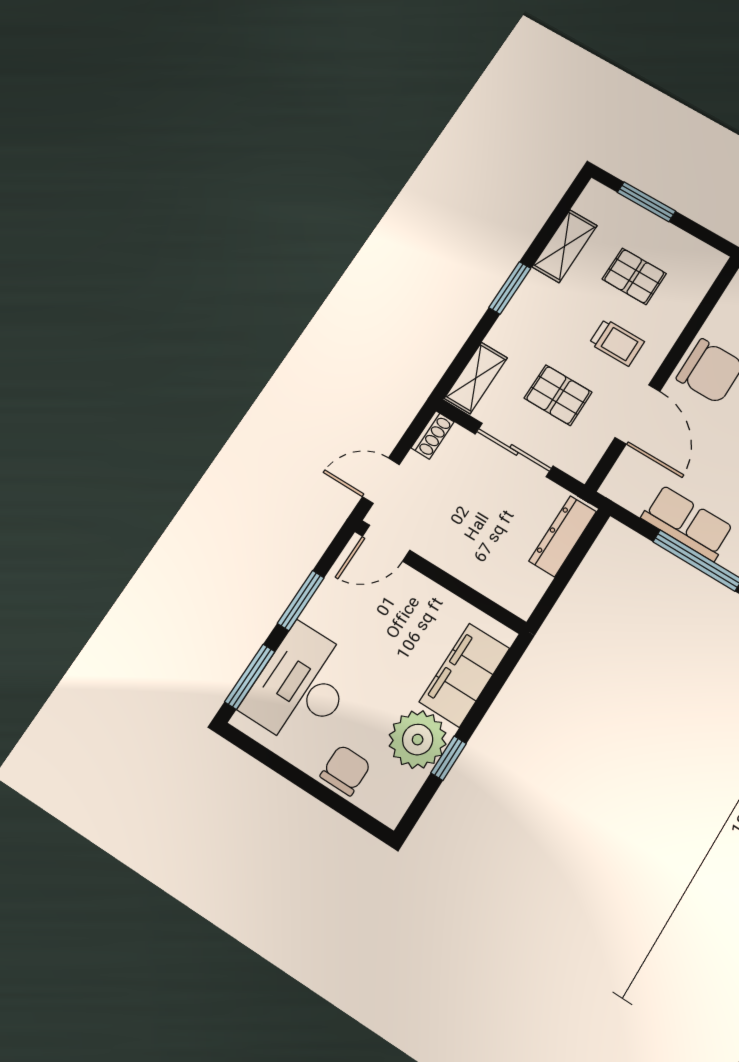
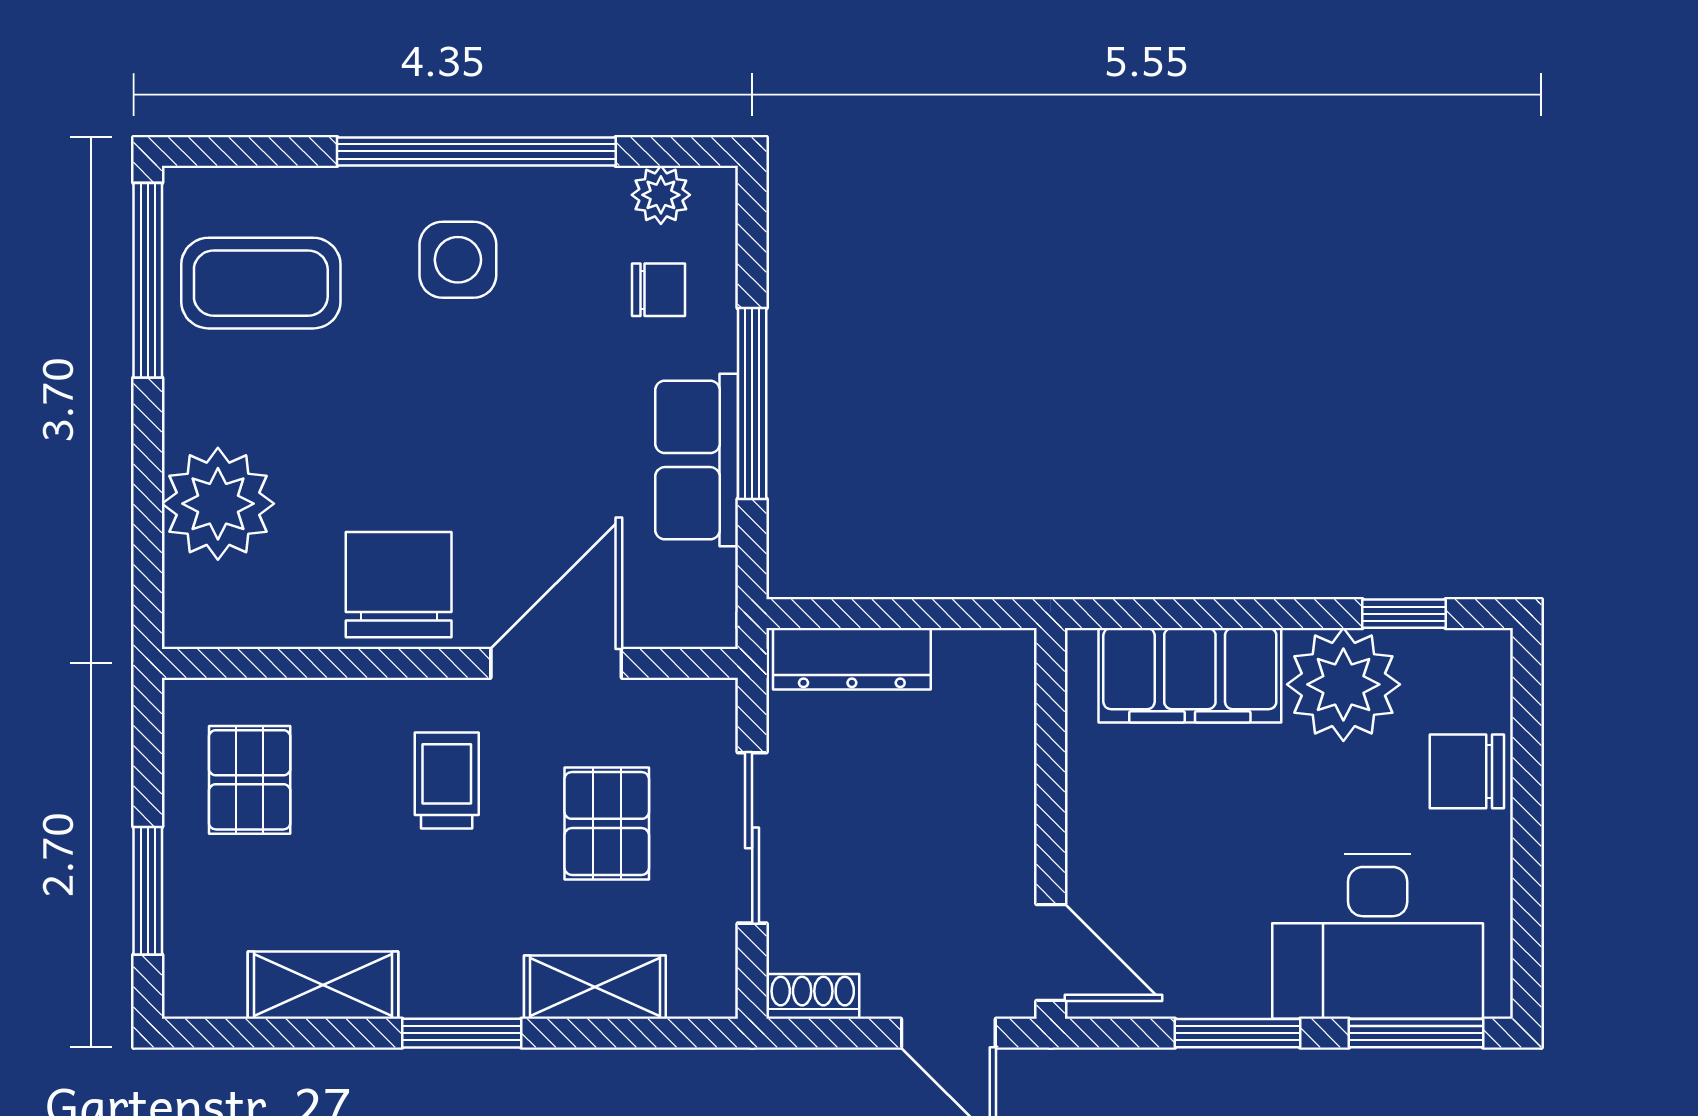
pallet: (634, 276) -> (250, 780), moved
shelving: (476, 378) -> (595, 987), moved
window: (448, 758) -> (1404, 614), moved

